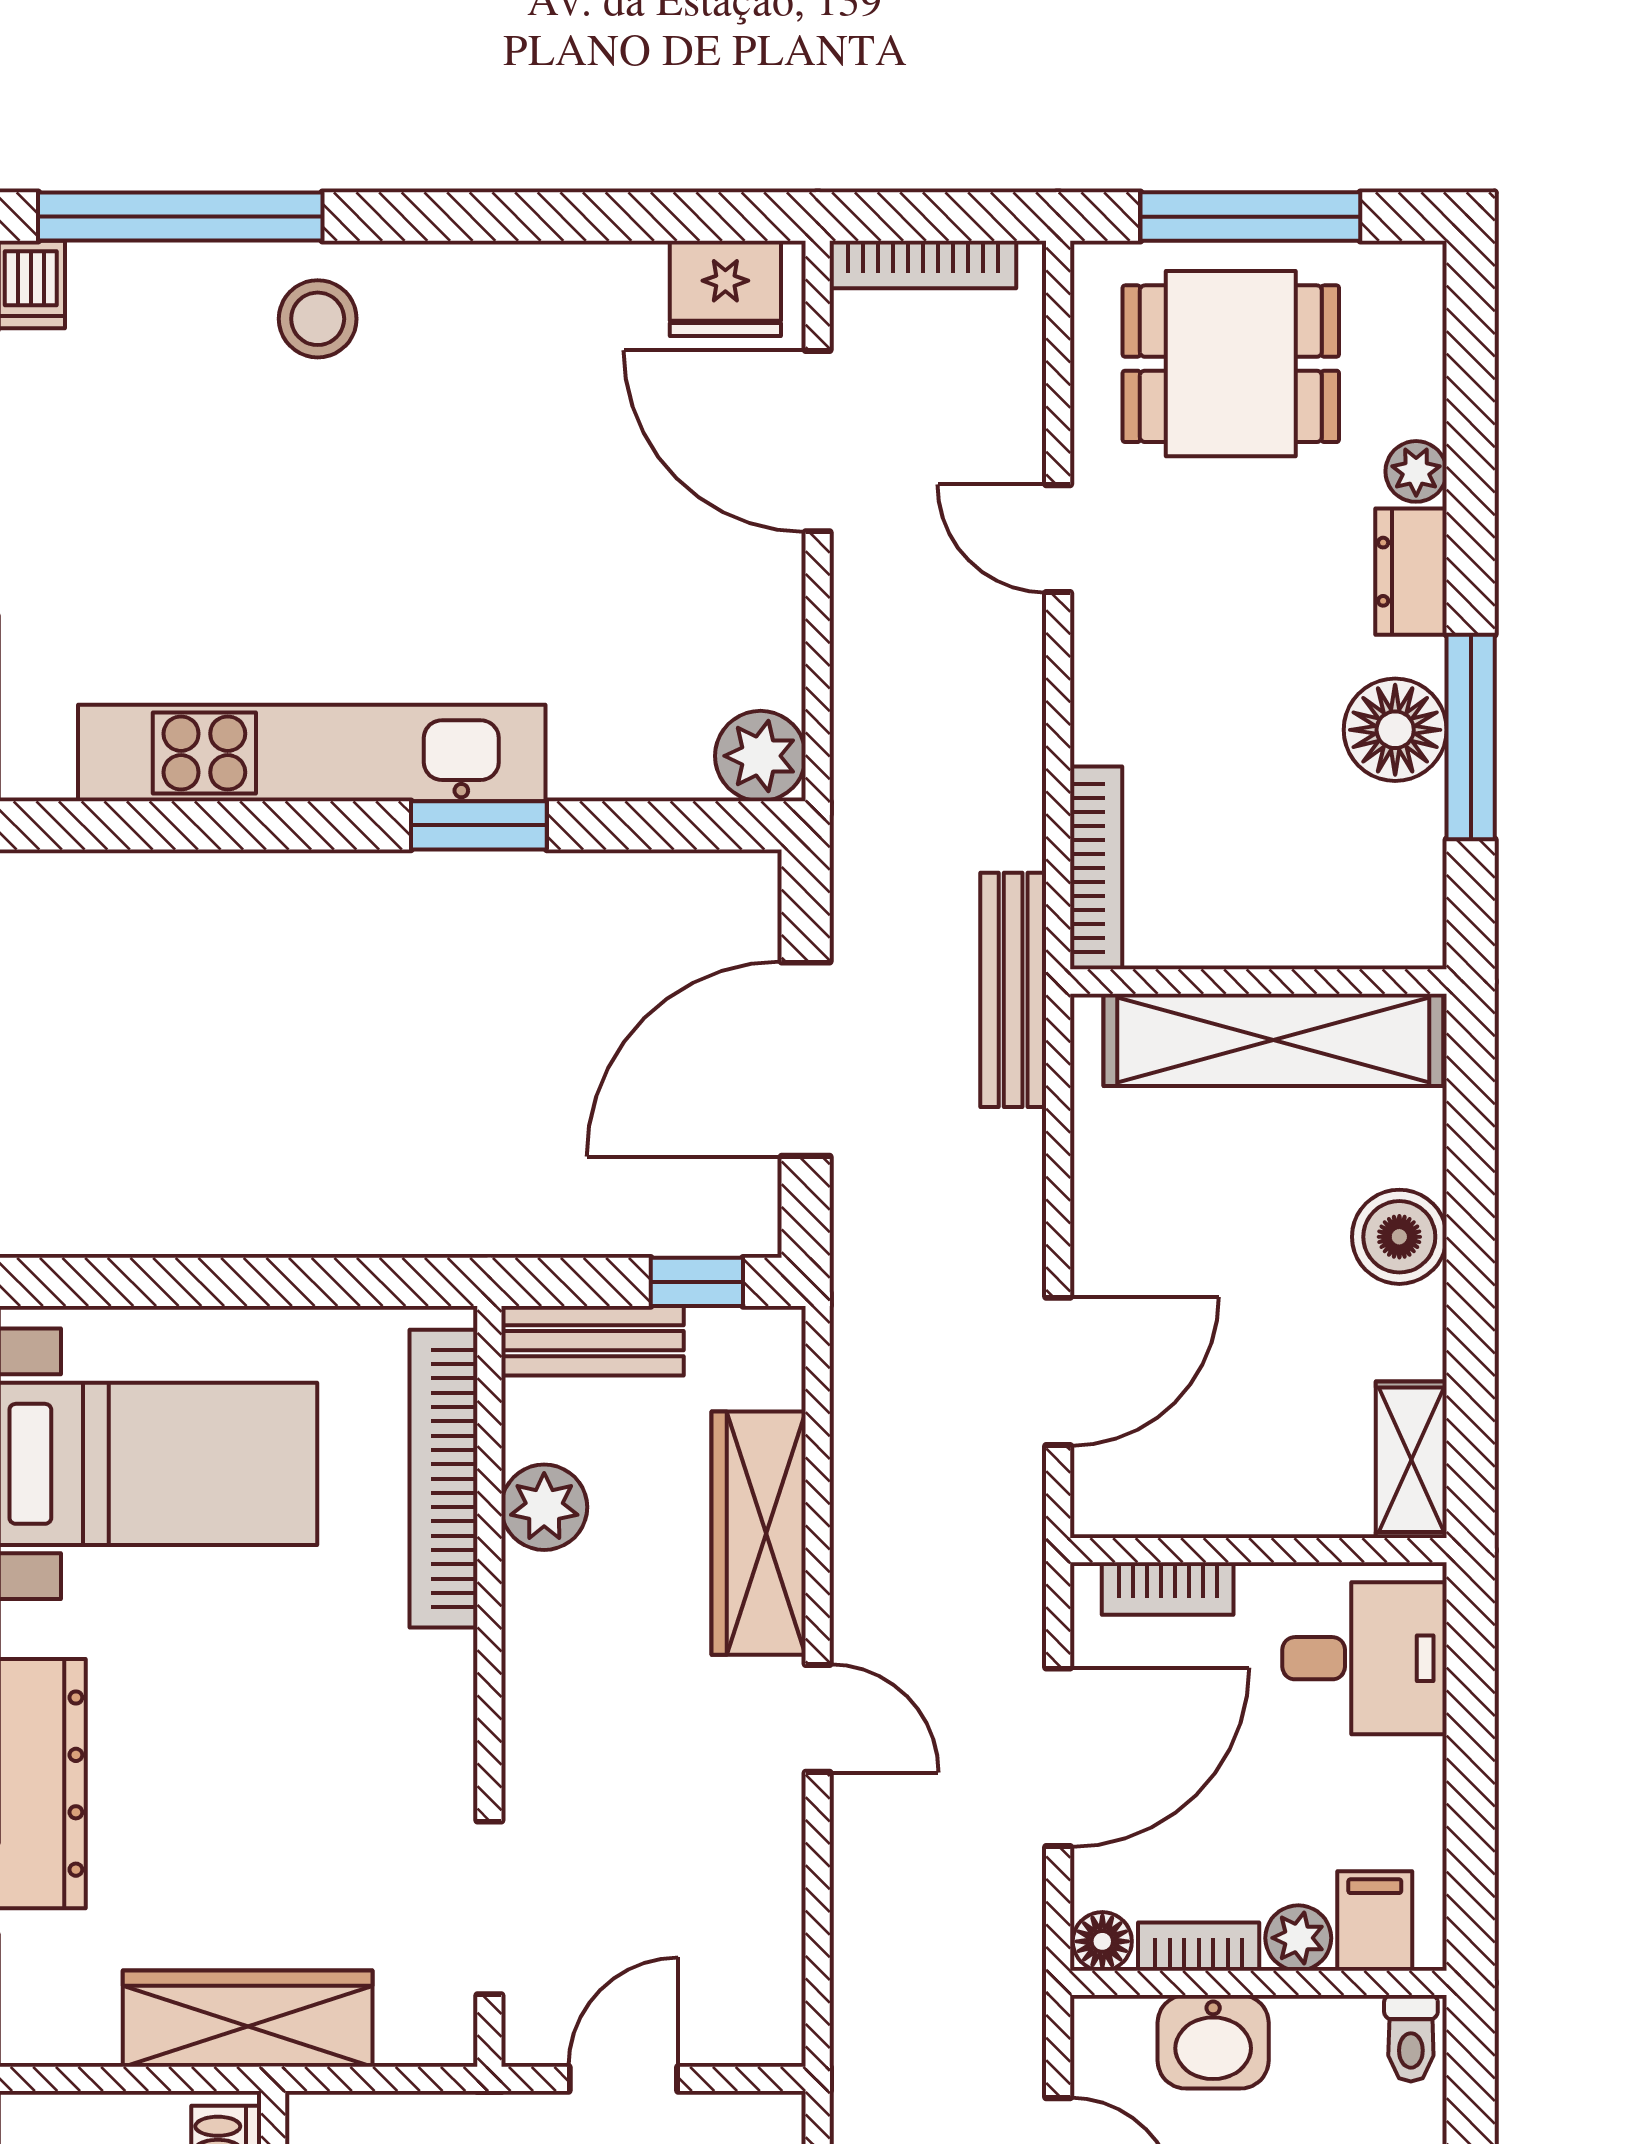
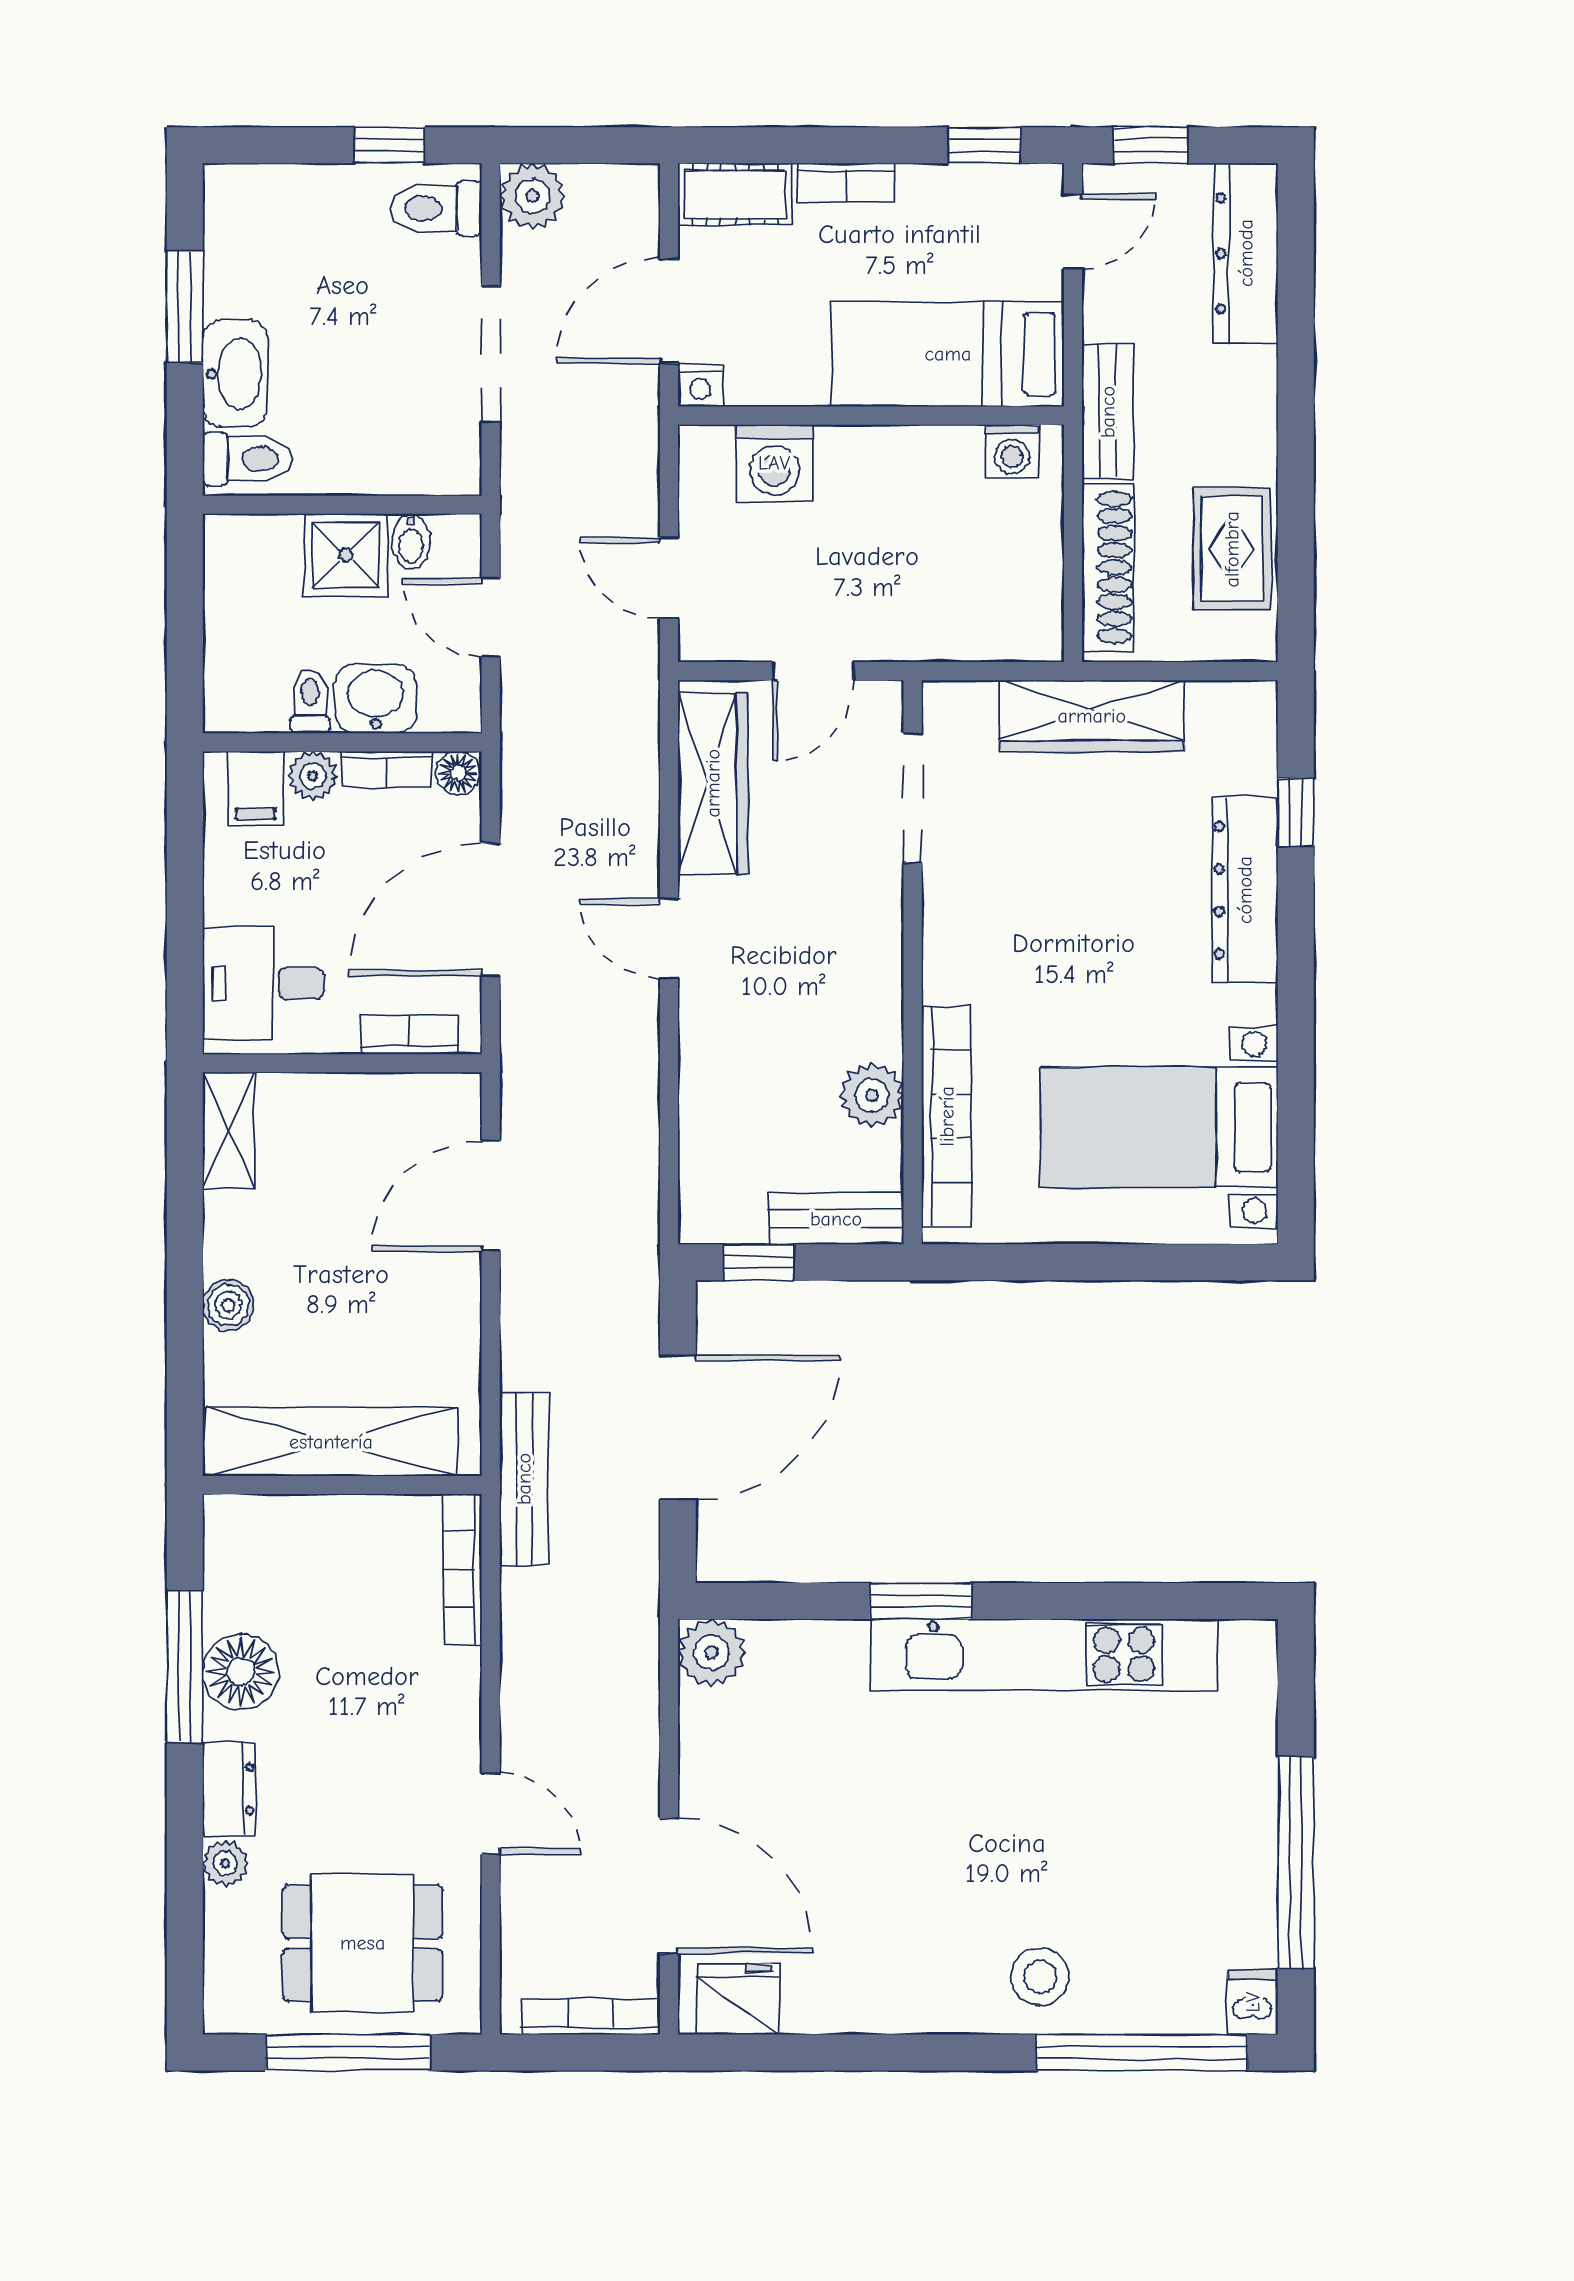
boiler: (1399, 1237) -> (228, 1305), width x0.73, depth x0.73
wardrobe: (759, 1533) -> (713, 783), moved
toilet: (1411, 2038) -> (310, 701), moved

